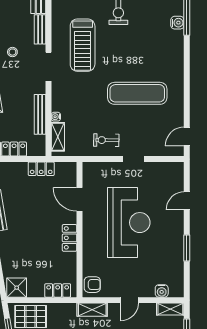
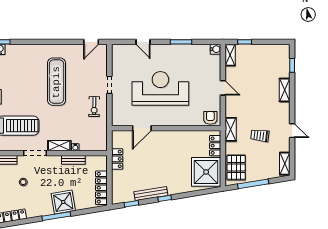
bench: (40, 114) -> (73, 160), width x0.73
door: (187, 136) -> (91, 42), hinge flipped
shelving: (58, 137) -> (59, 146), moved
locker: (70, 238) -> (173, 136), removed
shower: (17, 288) -> (206, 172), width x1.86, depth x1.86
water cooler: (162, 291) -> (216, 49), moved
shelving: (92, 310) -> (231, 129), moved

